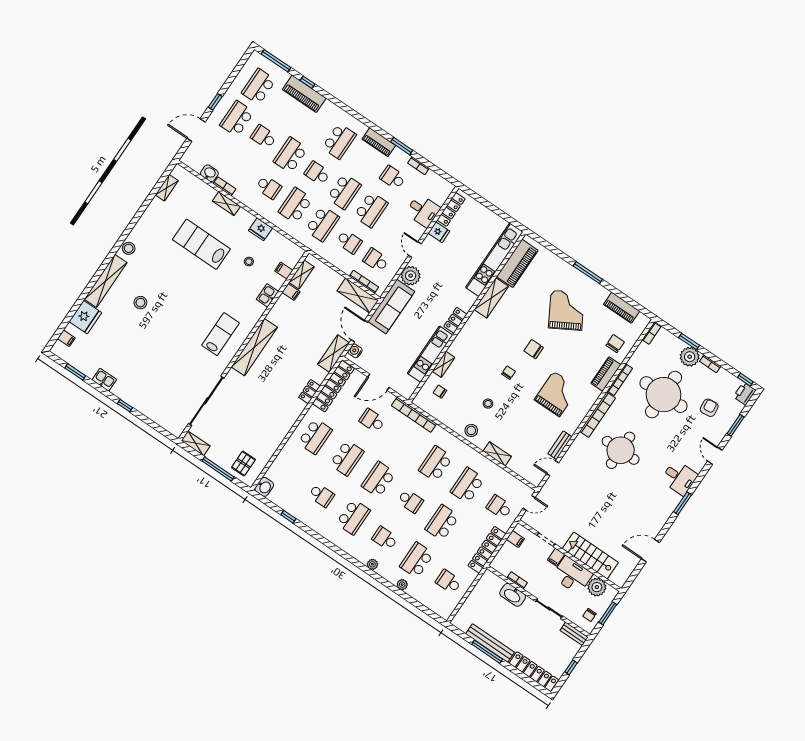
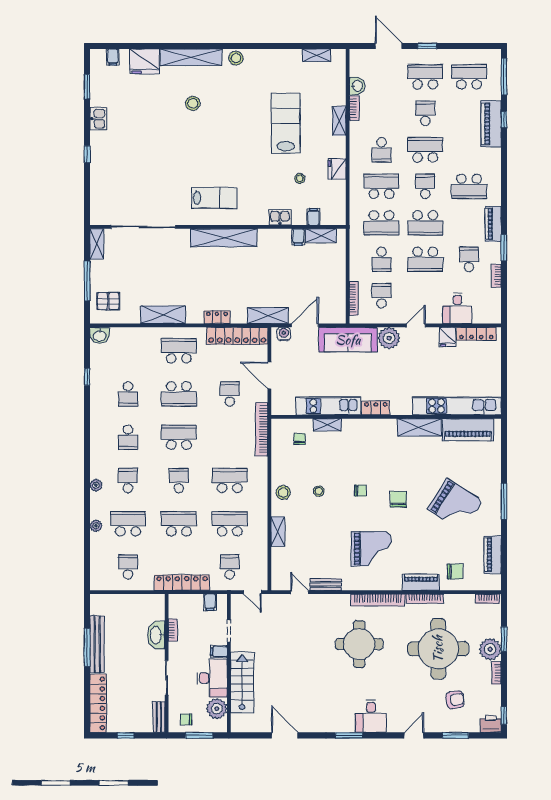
shelving: (358, 296) -> (163, 315), moved, turned 90
grand piano: (566, 310) -> (455, 505), turned 62
school desk: (315, 436) -> (179, 351), turned 180
school desk: (410, 501) -> (179, 480), turned 180
school desk: (353, 517) -> (128, 437), width x0.54

